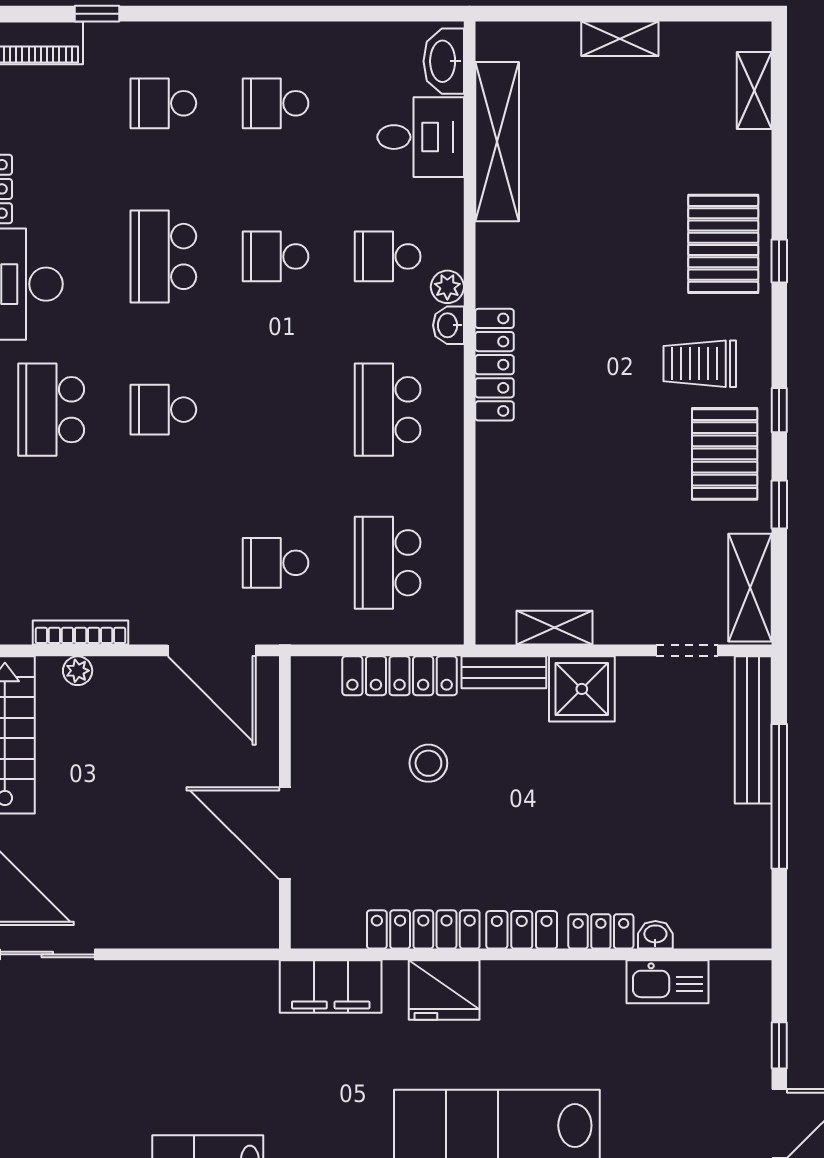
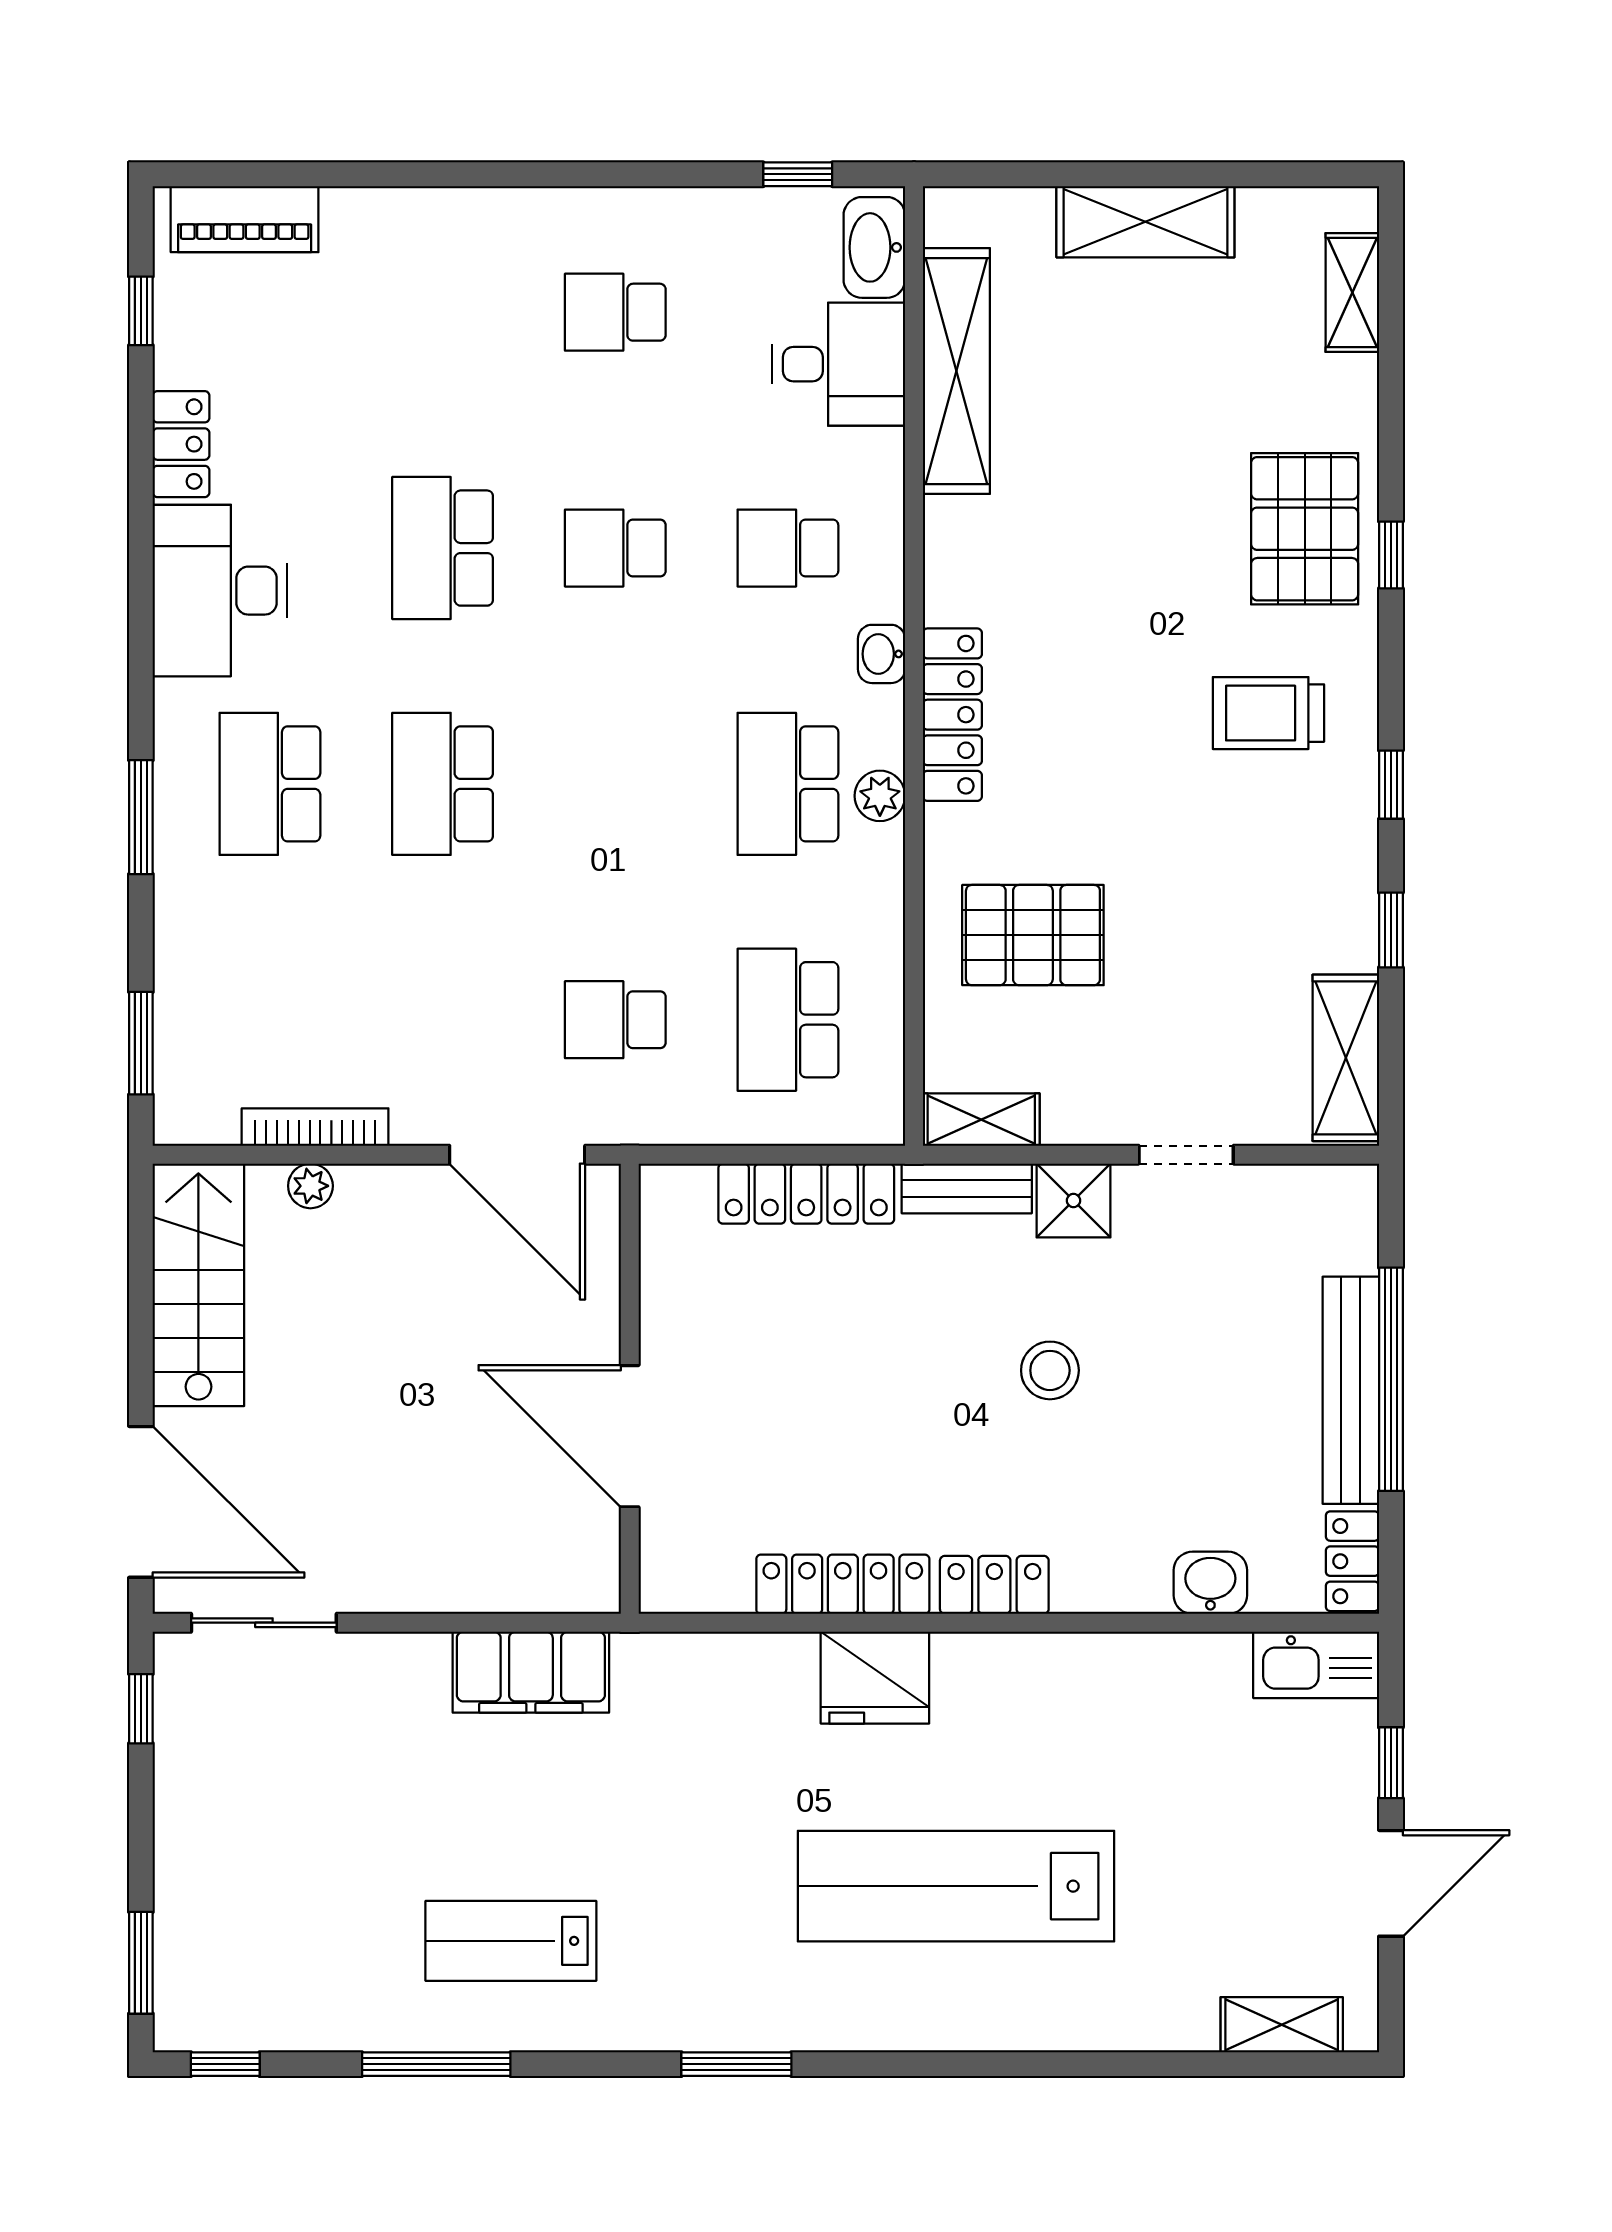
window: (97, 14) -> (798, 174), moved
shelving: (620, 39) -> (1145, 222), width x1.50, depth x1.33
school desk: (163, 103) -> (443, 312), removed
plant: (447, 287) -> (880, 796), moved
school desk: (163, 410) -> (443, 784), width x1.85
pallet: (725, 454) -> (1033, 935), moved, turned 90
shelving: (554, 628) -> (981, 1120), moved
doorway: (687, 650) -> (1186, 1155), moved
shower: (582, 689) -> (1073, 1201), width x0.73, depth x0.73
bench: (753, 730) -> (1351, 1390), moved
stool: (428, 763) -> (1050, 1370), moved
locker: (601, 931) -> (1352, 1561), moved, turned -90
washbasin: (655, 935) -> (1210, 1583), width x1.38, depth x1.45
kitchen sink: (667, 982) -> (1316, 1665), moved
filing cabinet: (331, 987) -> (531, 1672), moved

